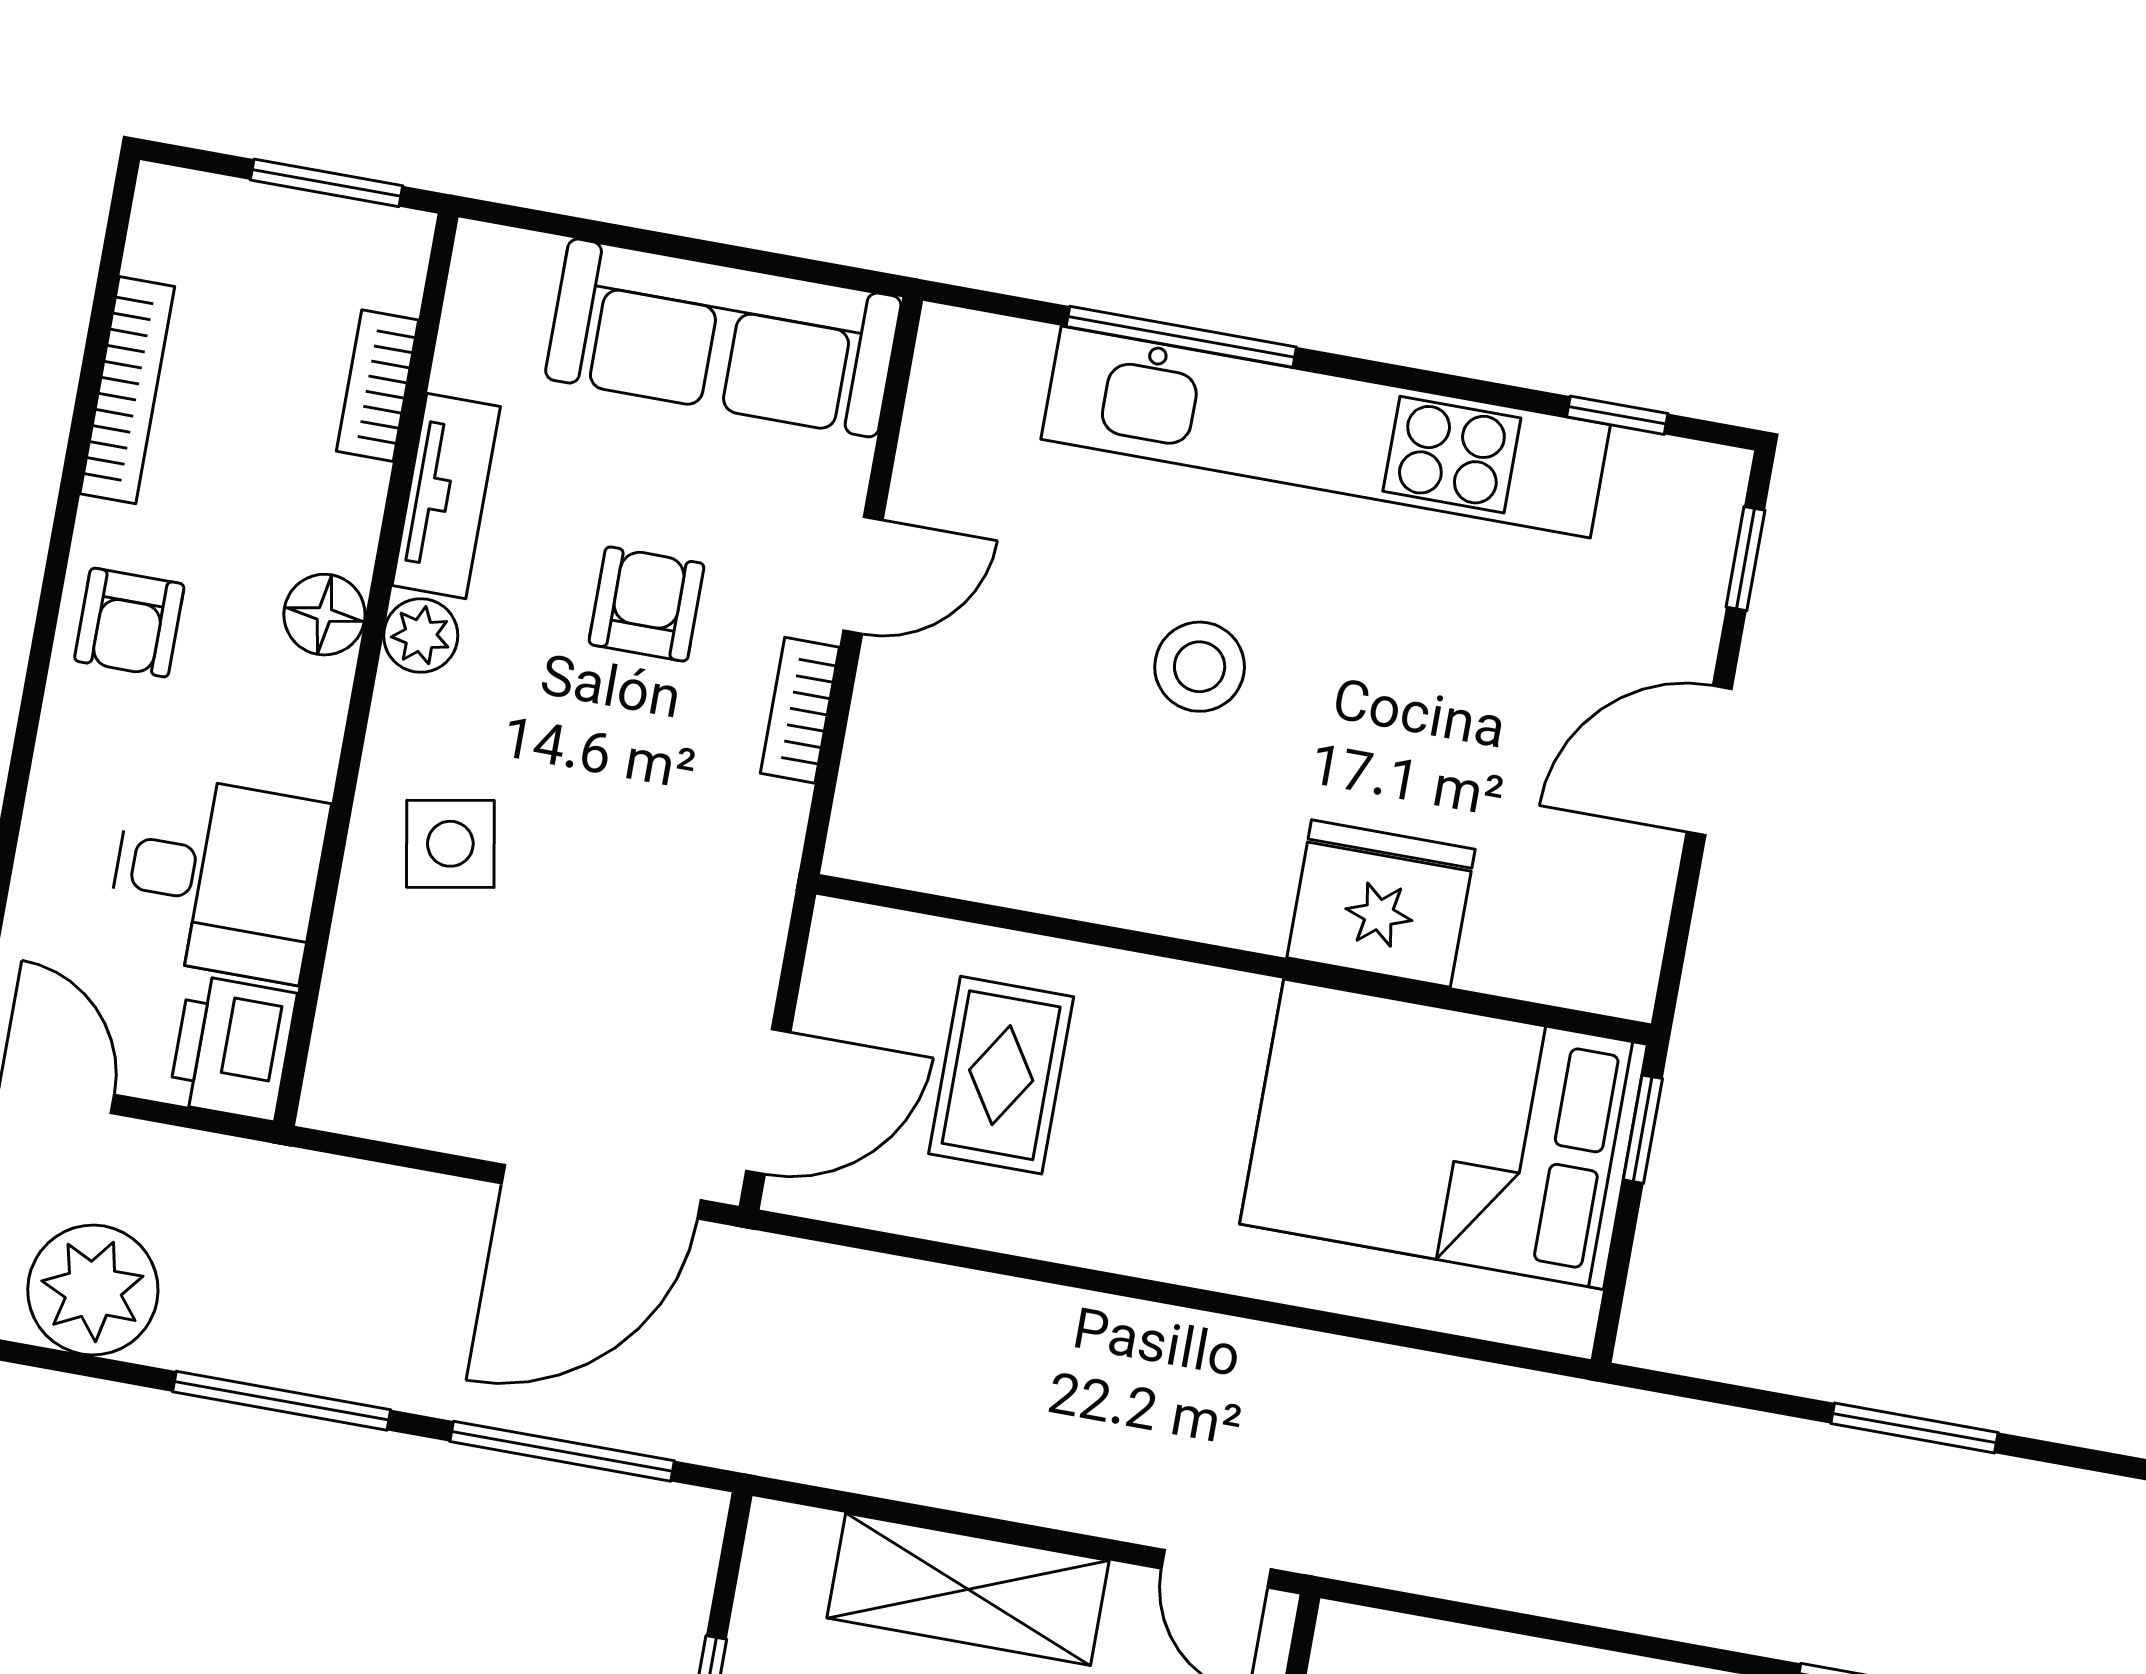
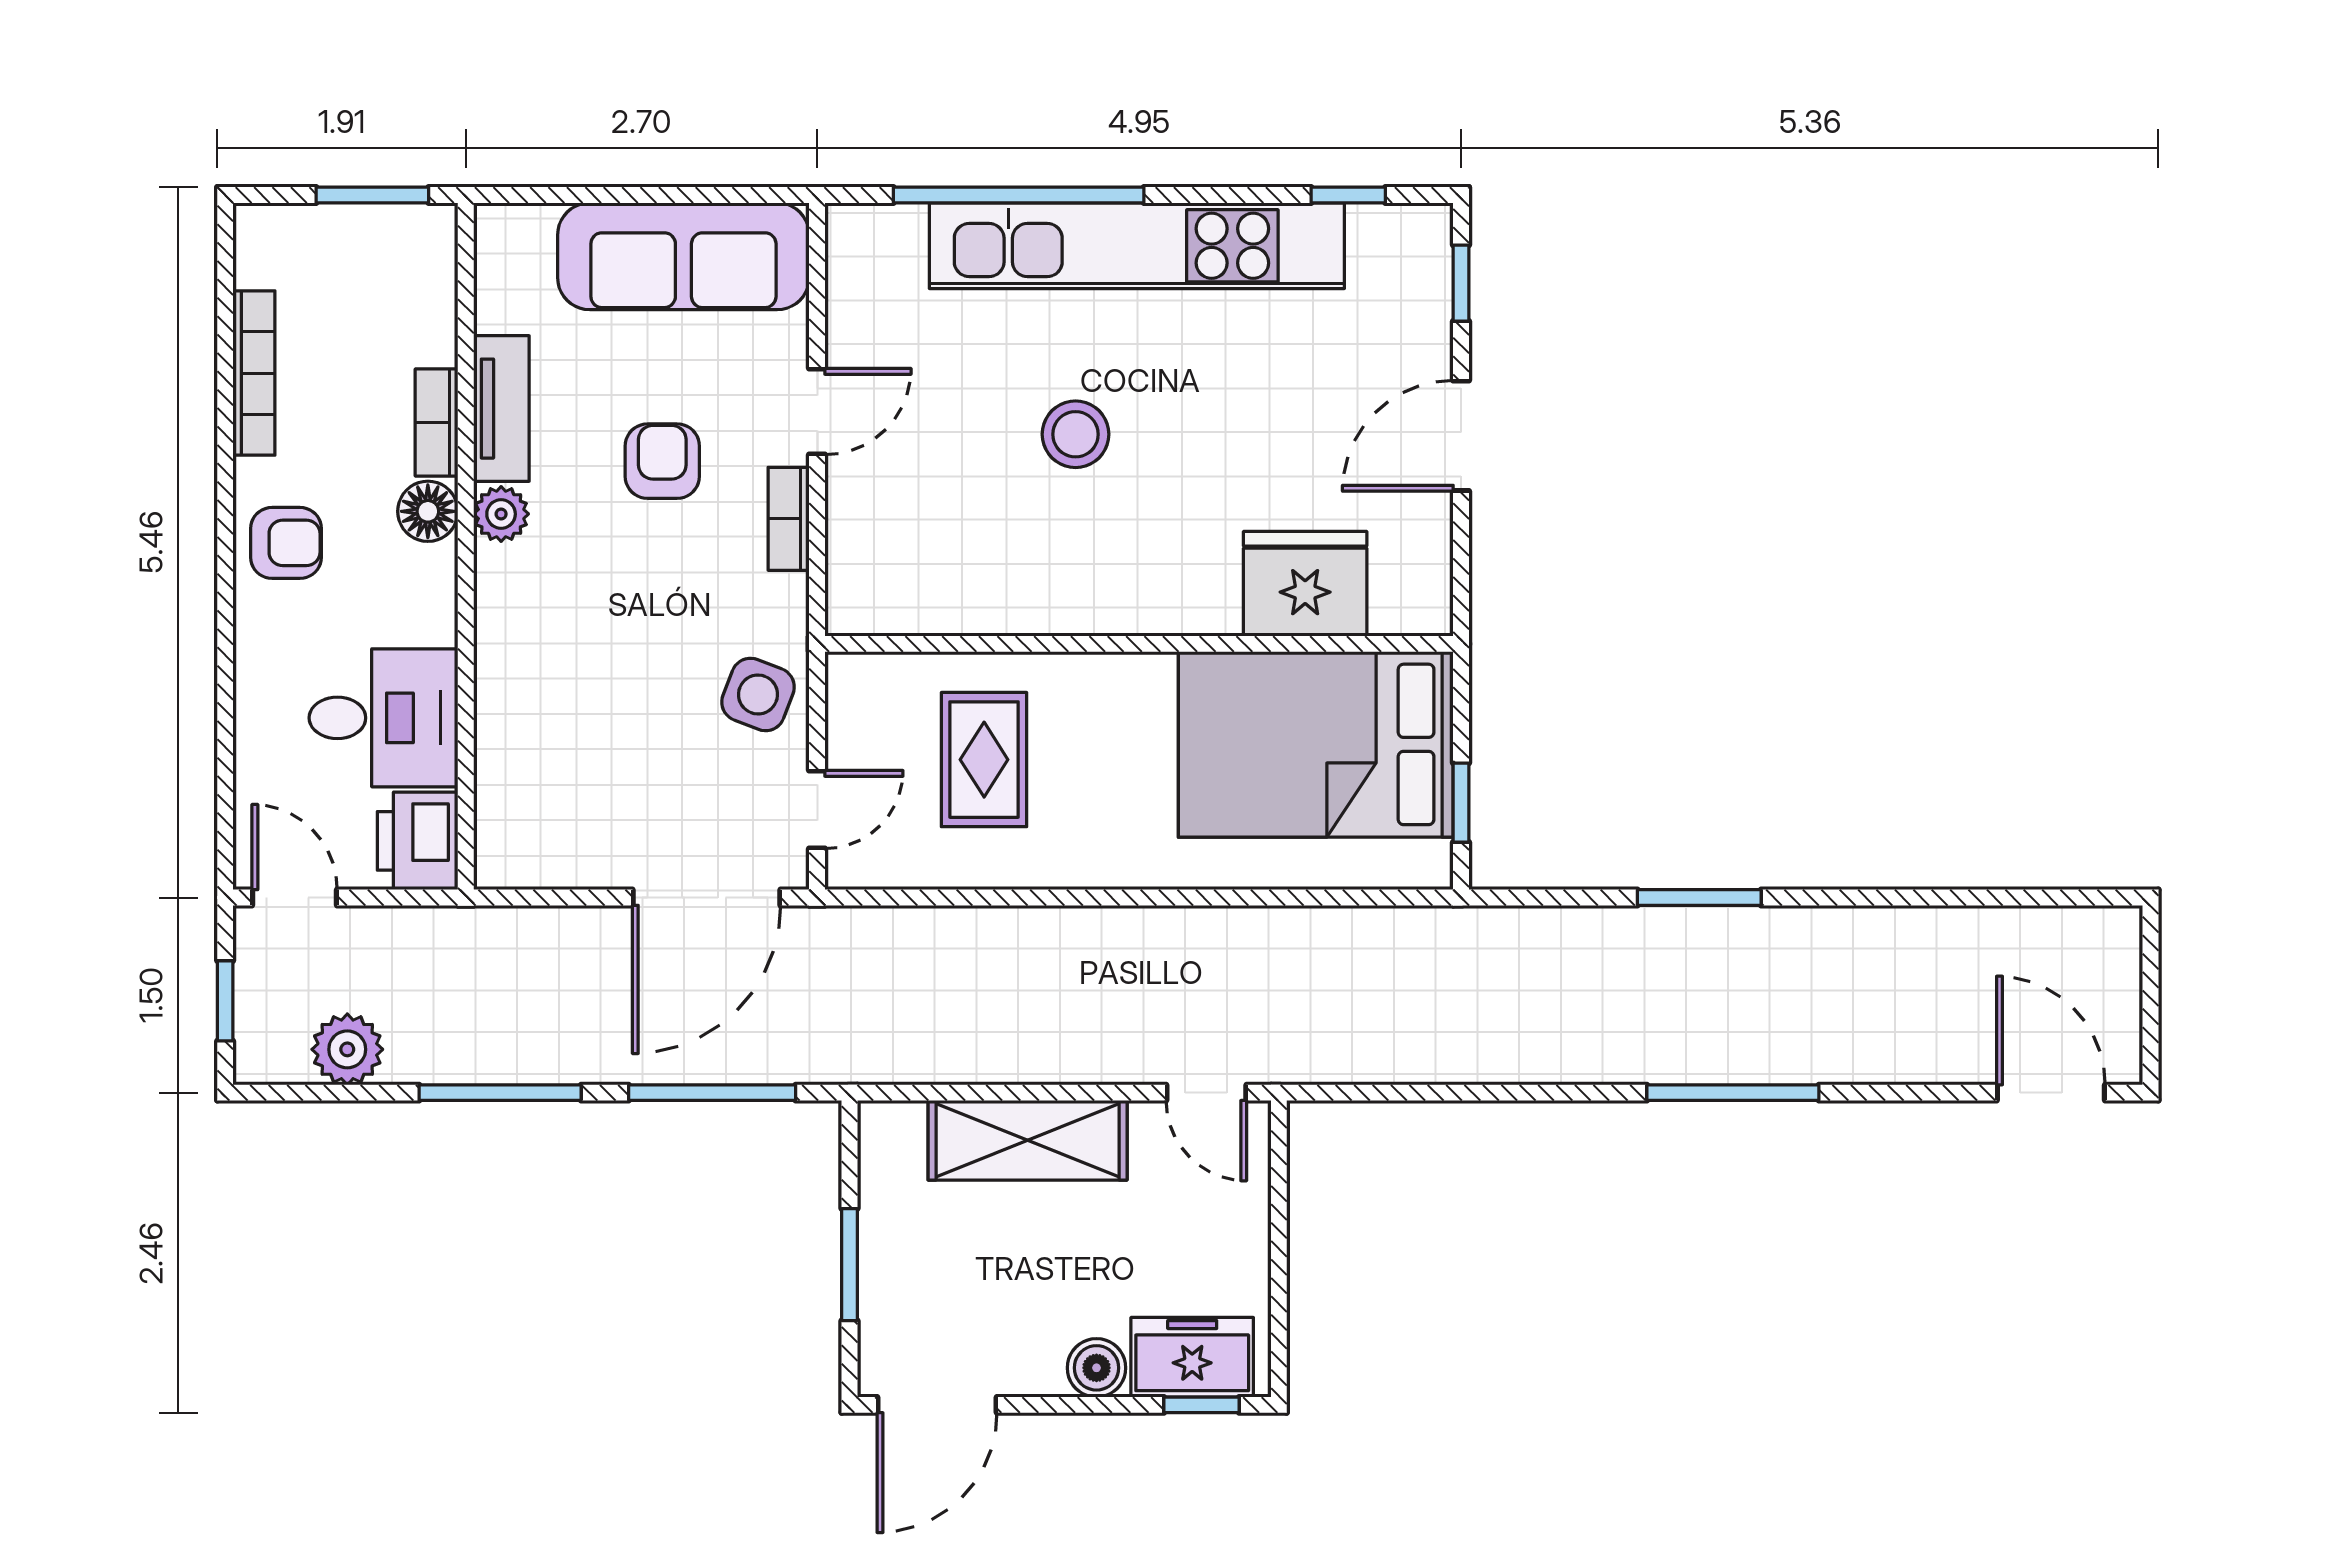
window: (1181, 337) -> (1019, 195), width x1.46
bookcase: (378, 386) -> (437, 422), moved
armchair: (129, 623) -> (286, 543), turned -90
side table: (450, 844) -> (758, 695), moved, turned 31
fridge: (1381, 904) -> (1305, 584), moved
door: (768, 1102) -> (817, 809), width x0.73
window: (1643, 1129) -> (1461, 803), moved
plant: (93, 1290) -> (347, 1049), width x0.73, depth x0.73

